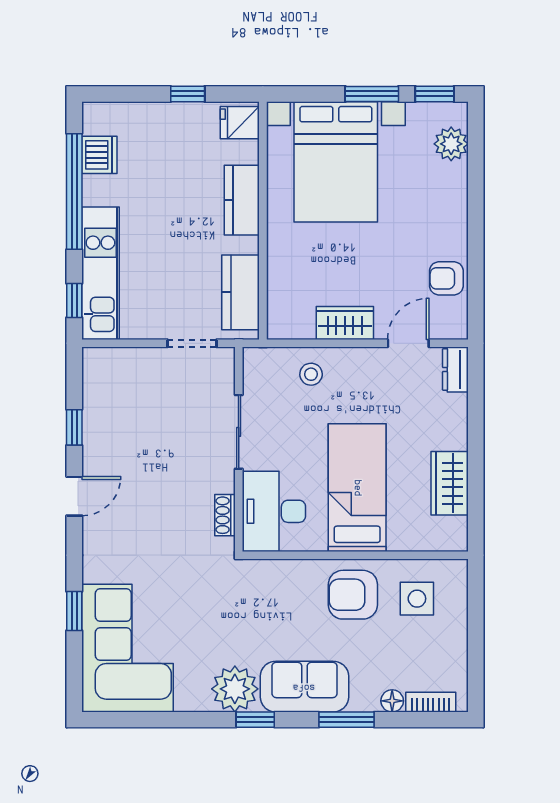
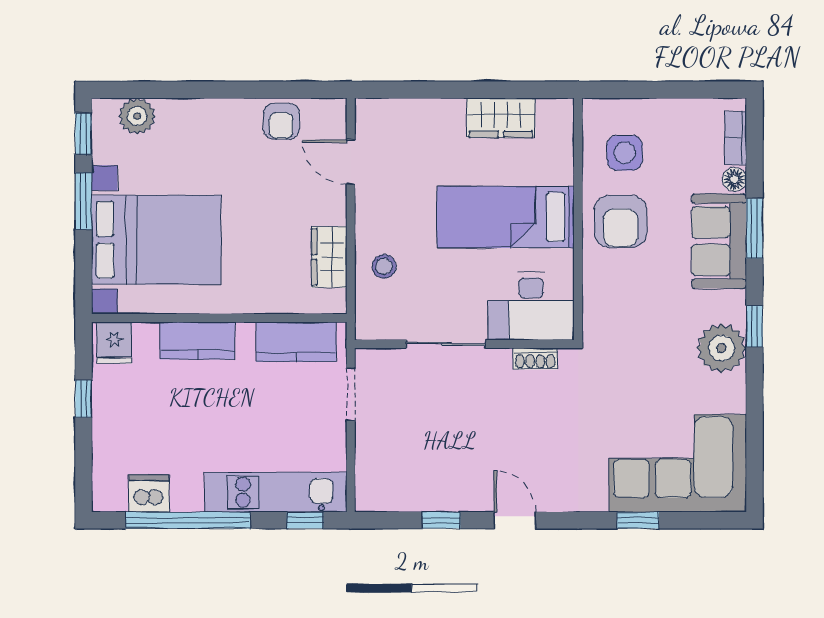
wardrobe: (345, 323) -> (329, 257), moved
dresser: (455, 370) -> (379, 112), removed
sofa: (304, 687) -> (719, 241), moved

